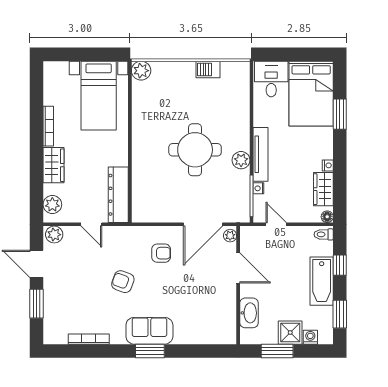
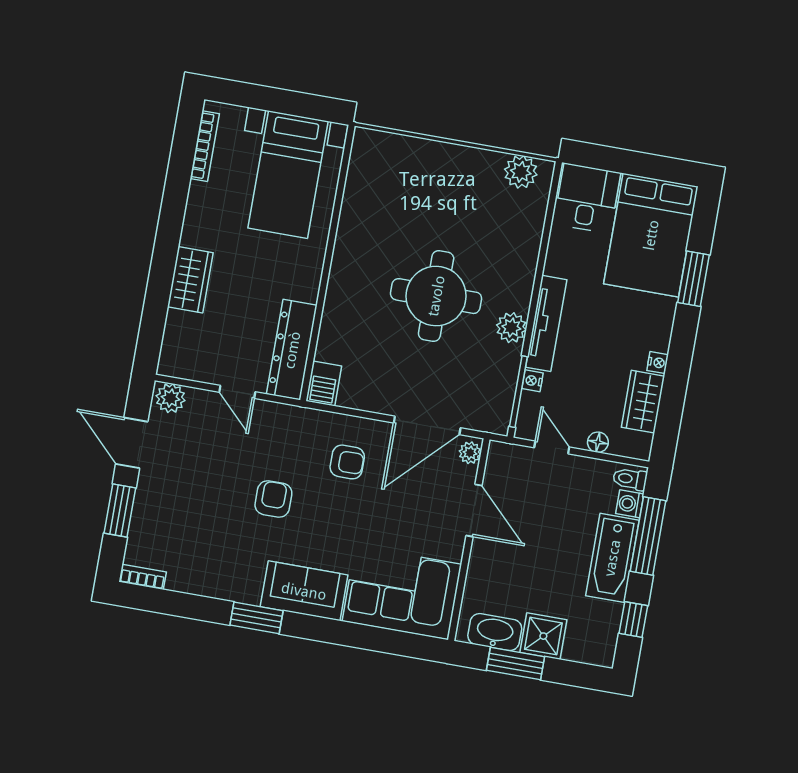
barbecue: (208, 69) -> (324, 383), moved, turned -90
plant: (141, 71) -> (521, 172), moved
bookcase: (48, 126) -> (205, 146), moved
plant: (52, 205) -> (177, 346), removed
floor lamp: (327, 217) -> (598, 442), moved
window: (340, 265) -> (648, 536), width x2.17
armchair: (123, 282) -> (273, 499), turned 70
washbasin: (249, 313) -> (495, 632), moved, turned -90
window: (340, 314) -> (633, 619), width x0.67
corner sofa: (205, 322) -> (402, 593), added
washing machine: (310, 337) -> (630, 504), moved, turned -90
bookcase: (89, 339) -> (143, 577), moved, width x0.64
window: (150, 351) -> (256, 618), moved

